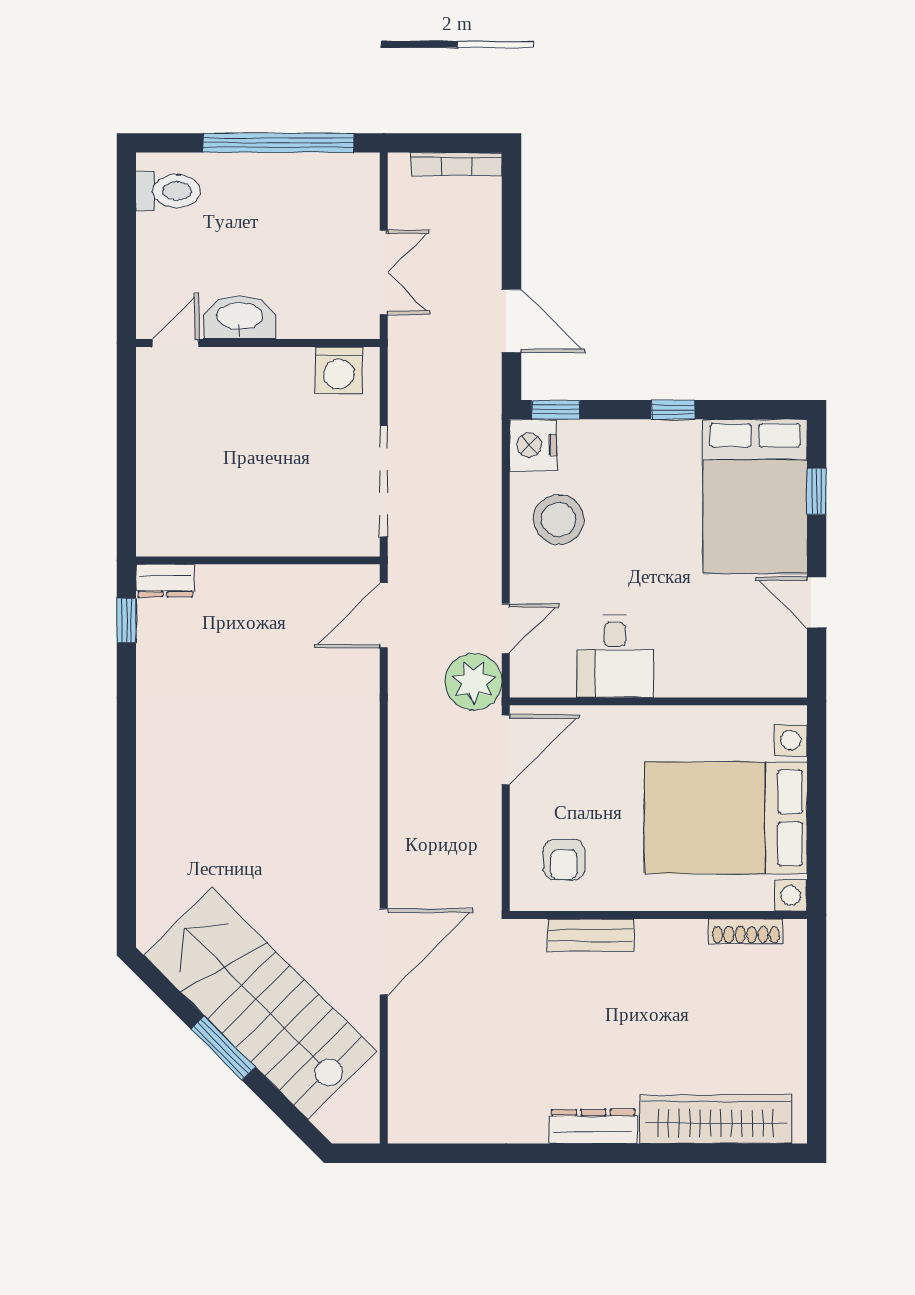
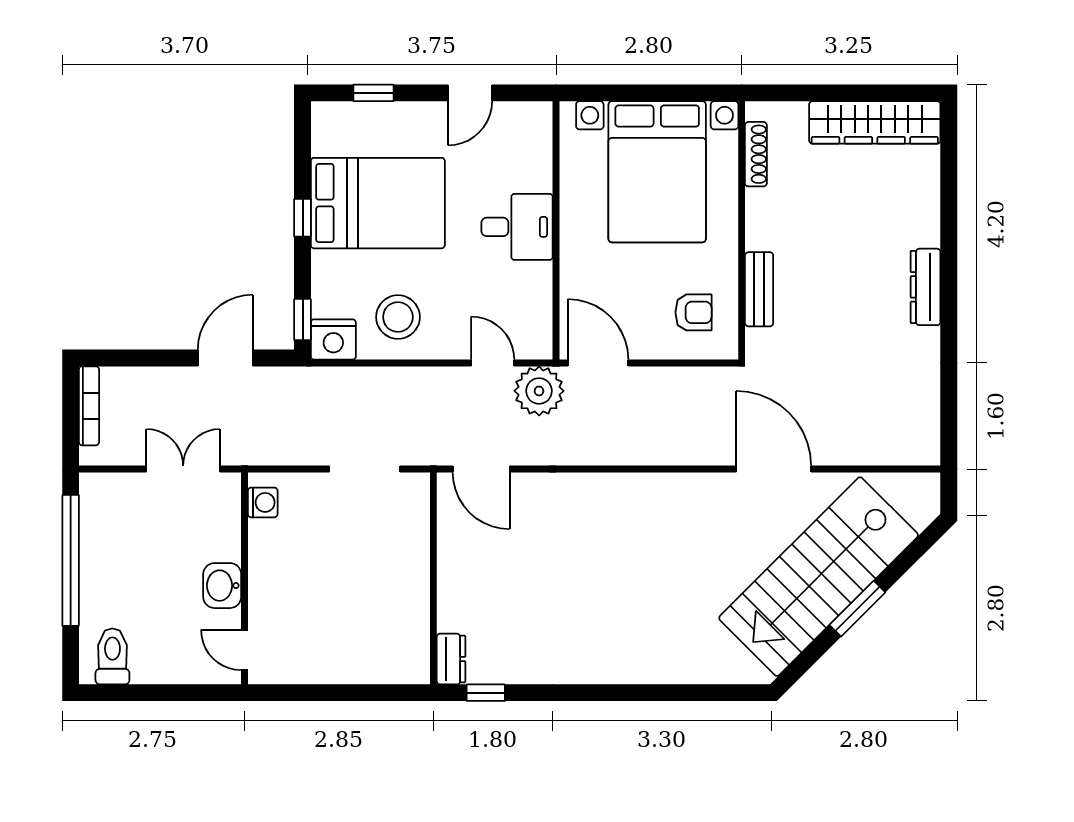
washbasin: (240, 317) -> (222, 586), width x0.72
washing machine: (339, 370) -> (263, 502), width x0.73, depth x0.73
doorway: (384, 481) -> (365, 469), width x0.73
bed: (755, 496) -> (378, 203), moved
desk: (615, 657) -> (517, 227), moved
wardrobe: (716, 1119) -> (875, 122), moved, turned -90

